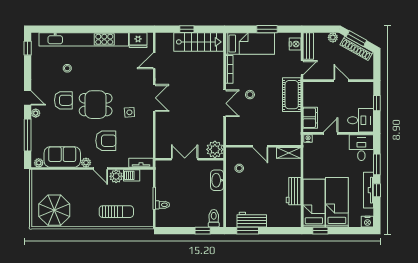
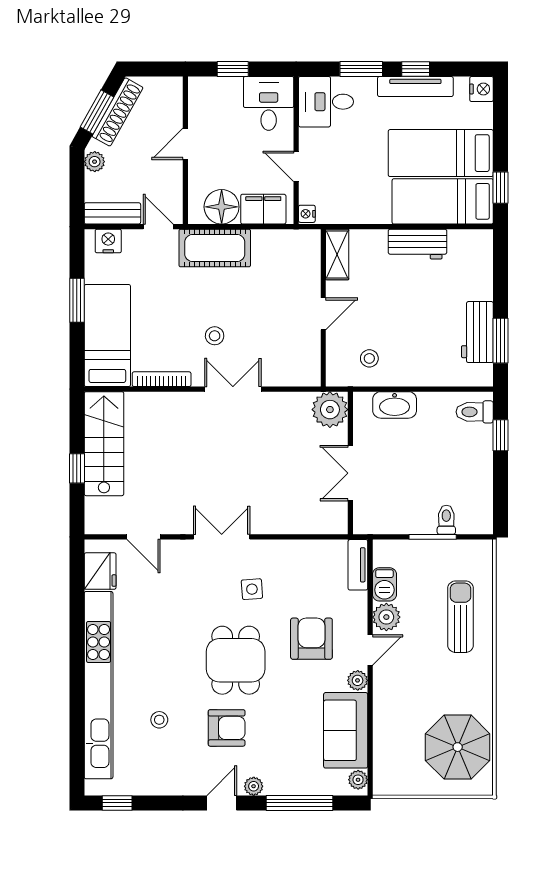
floor lamp: (311, 98) -> (222, 207), added
armchair: (63, 100) -> (227, 728), turned 90

